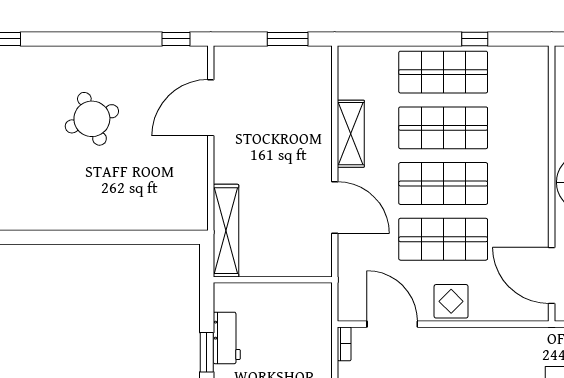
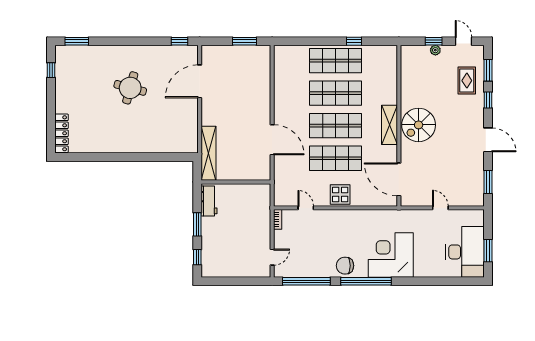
round table: (92, 119) -> (130, 88), turned 36
shelving: (351, 134) -> (389, 125), moved
door: (392, 324) -> (306, 208), width x0.53
workbench: (227, 338) -> (209, 201), moved

